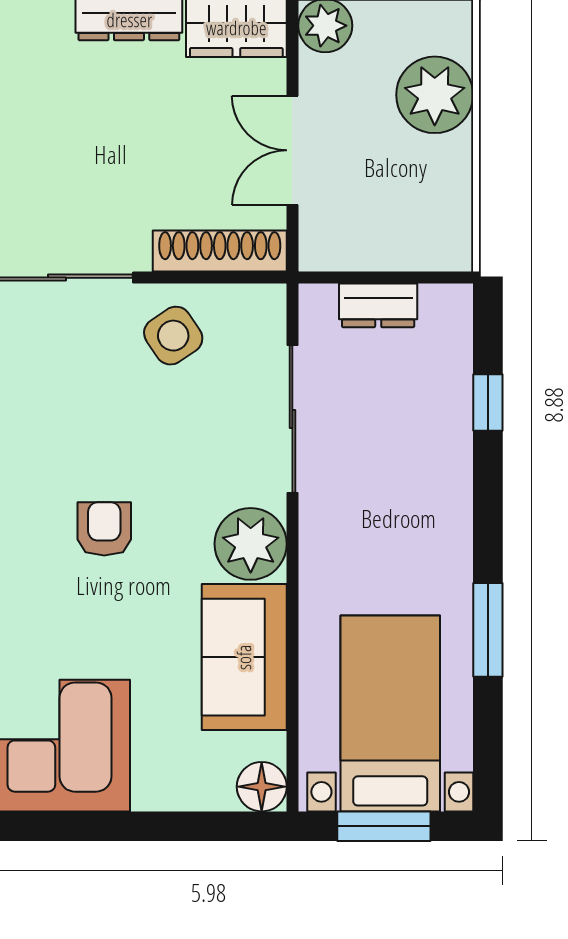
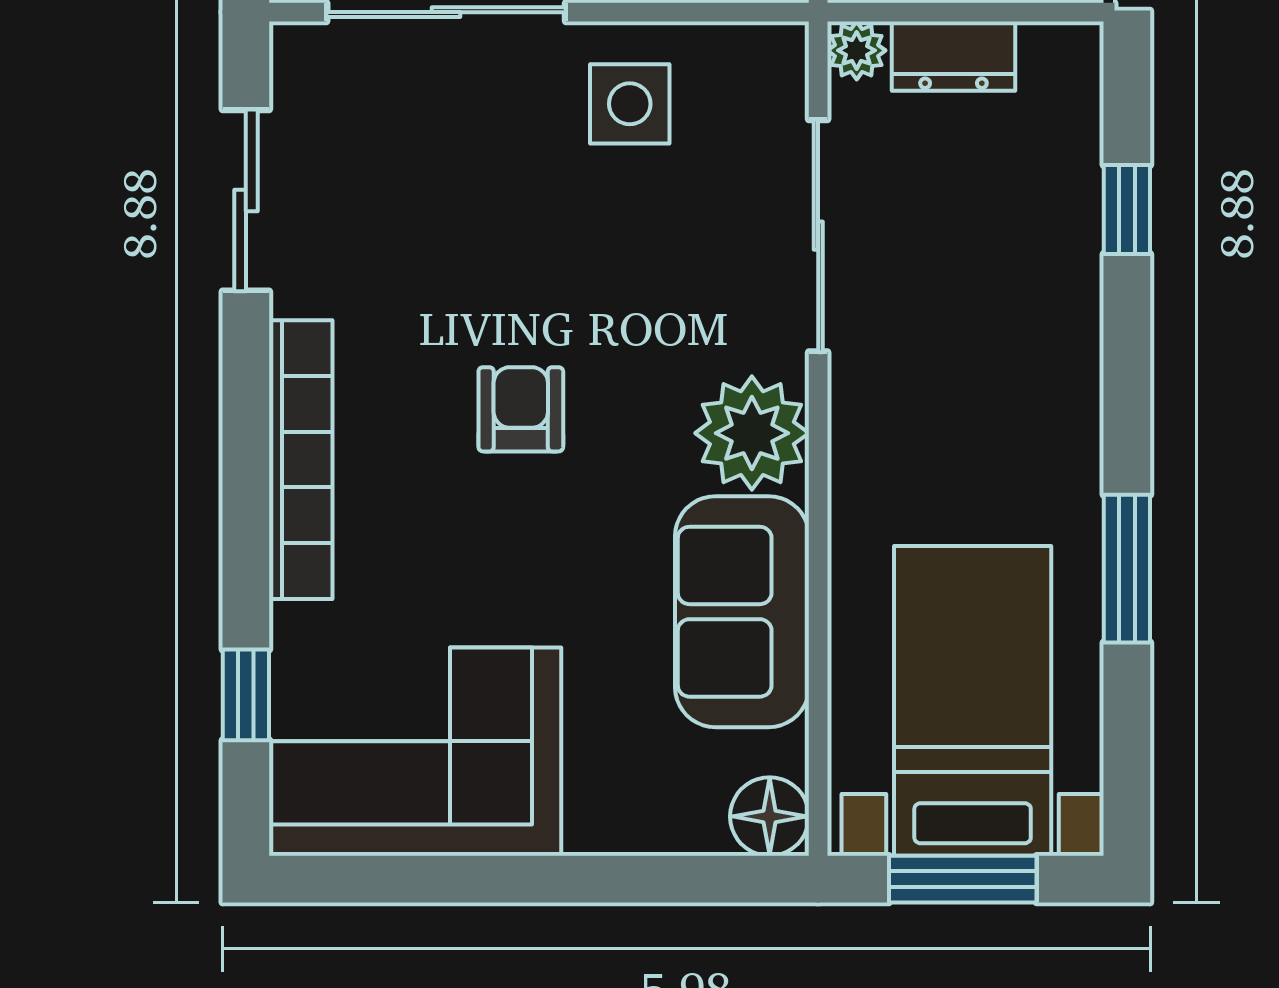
plant: (317, 302) -> (857, 50), added
side table: (173, 336) -> (630, 104), turned 34

